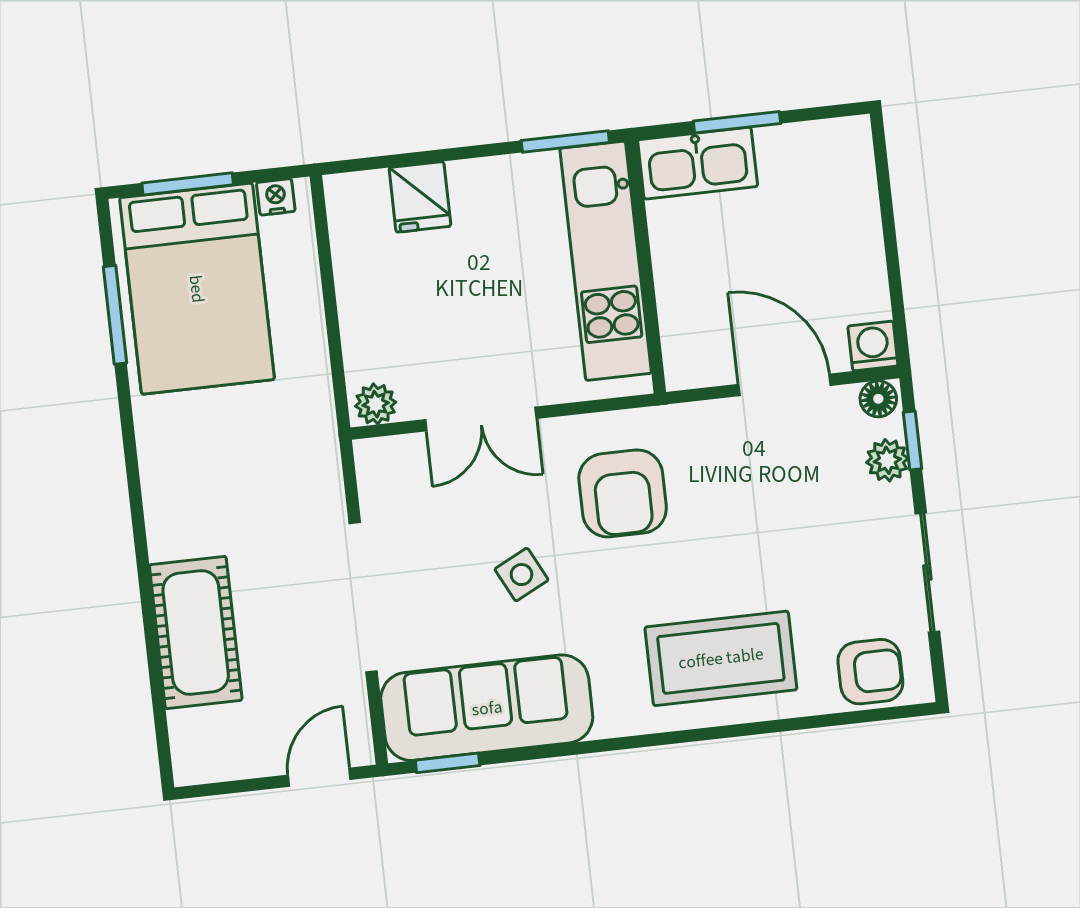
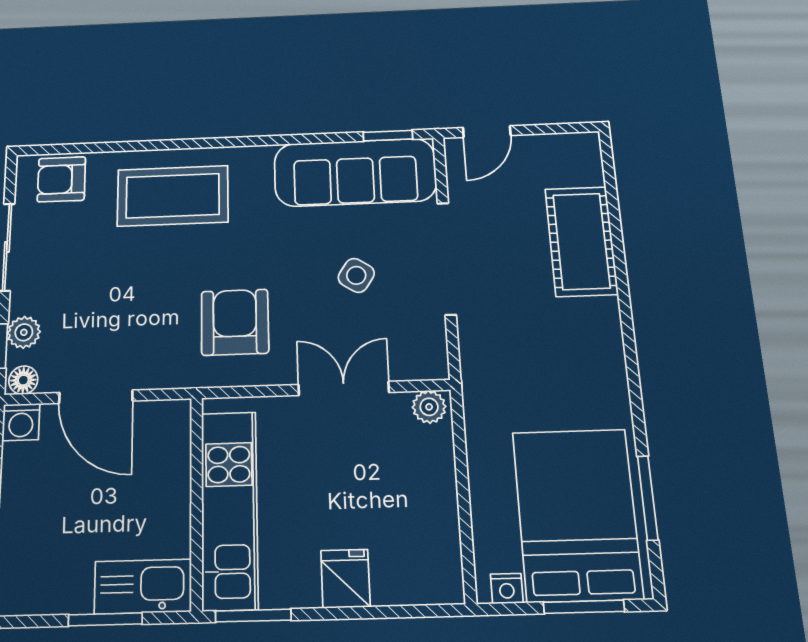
fridge: (420, 197) -> (345, 579), moved
side table: (521, 575) -> (356, 275), moved, turned -30

